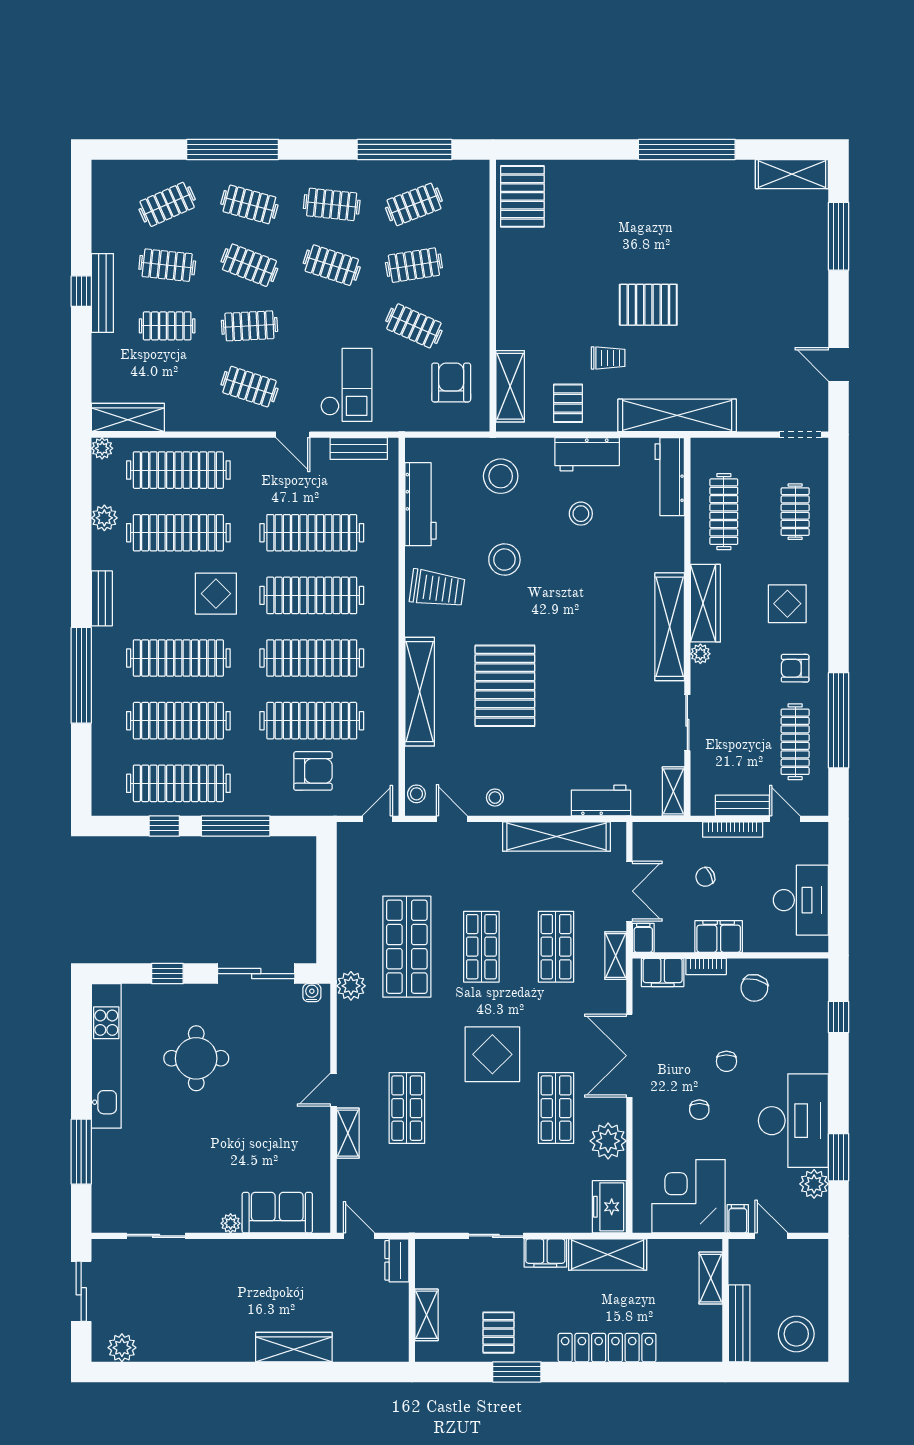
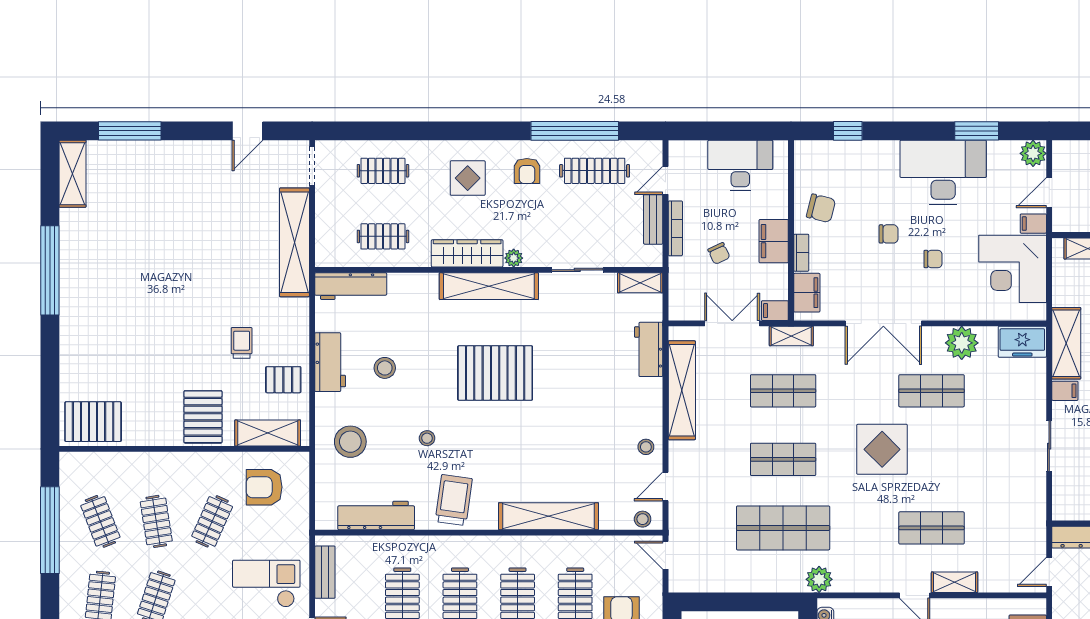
pallet: (648, 305) -> (203, 417), moved
shelving: (677, 415) -> (294, 242), moved
clothes rail: (724, 512) -> (383, 236), width x0.73
stool: (504, 560) -> (427, 438), width x0.53, depth x0.53
pallet: (505, 686) -> (495, 373), moved
plant: (814, 1184) -> (1033, 153), moved
filing cabinet: (545, 1253) -> (1065, 391), width x0.50

